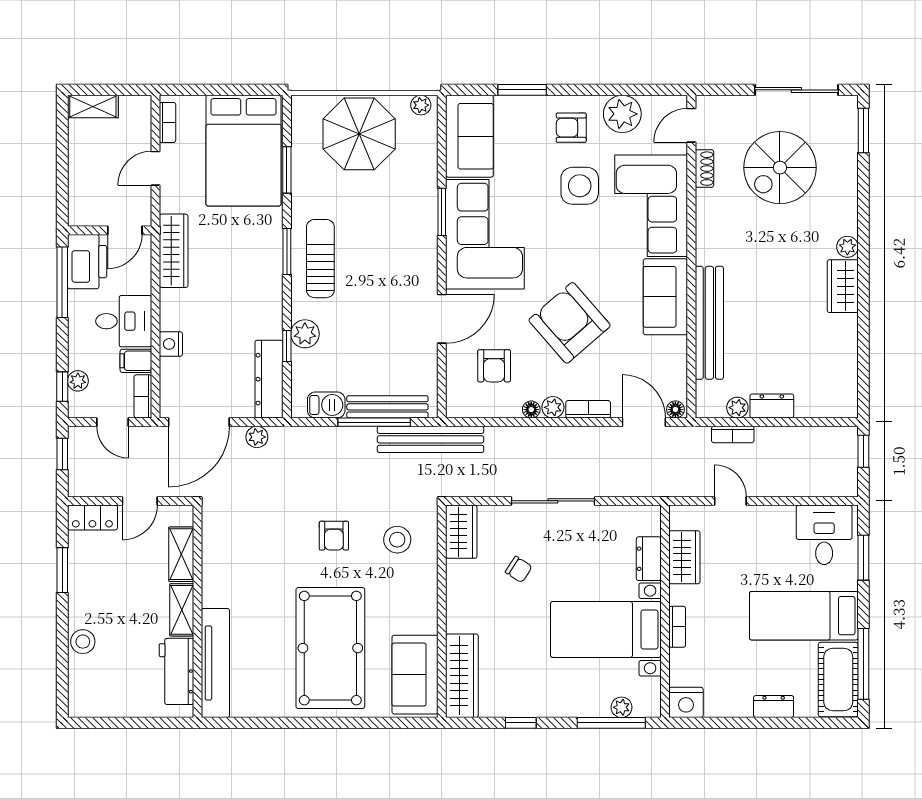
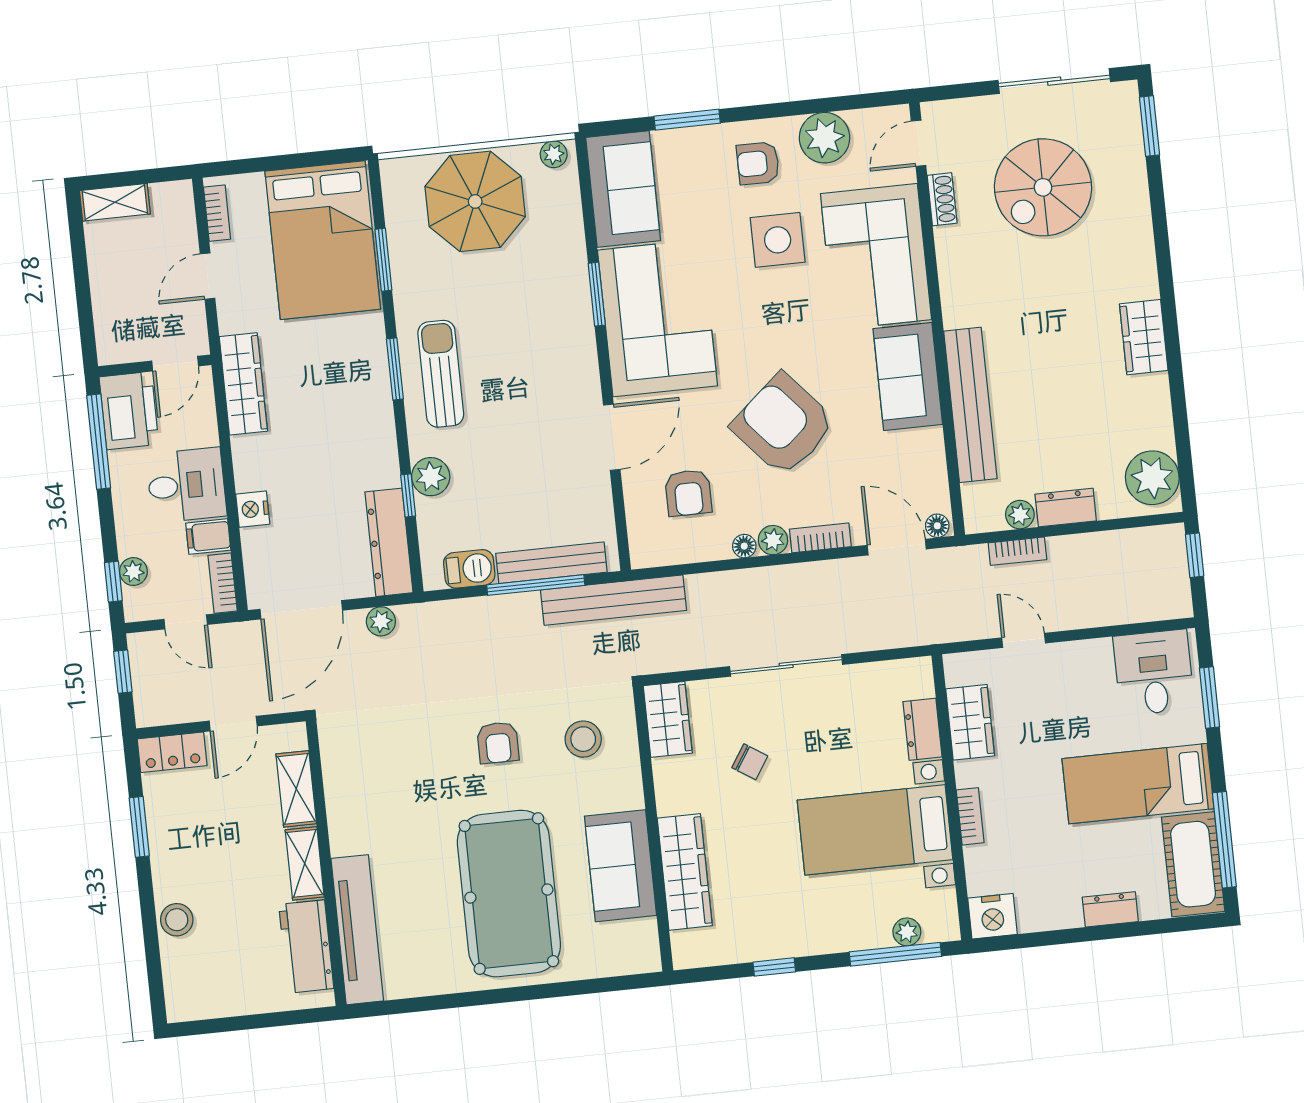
plant: (847, 247) -> (1152, 478), moved, width x1.88, depth x1.88
sofa: (415, 675) -> (621, 866), moved
wardrobe: (462, 676) -> (685, 872), moved

